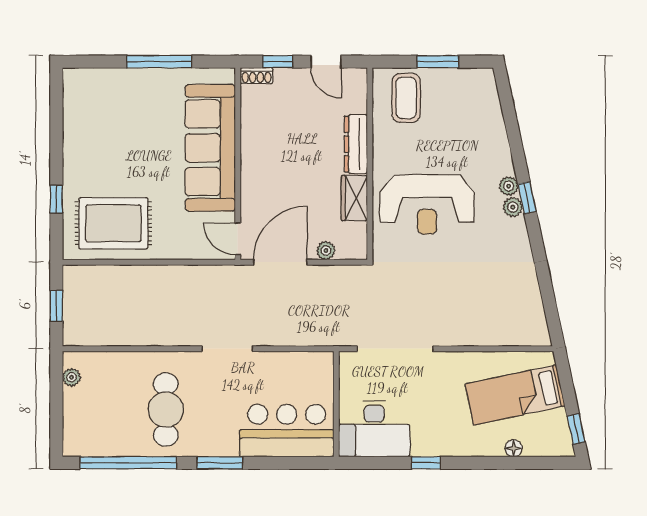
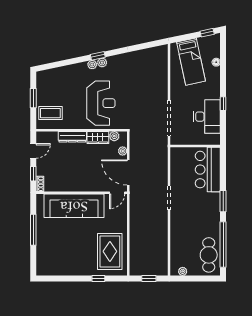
plant: (357, 233) -> (114, 136), added
cafe table: (166, 410) -> (209, 255), moved, turned 90
desk: (374, 429) -> (207, 117), moved

